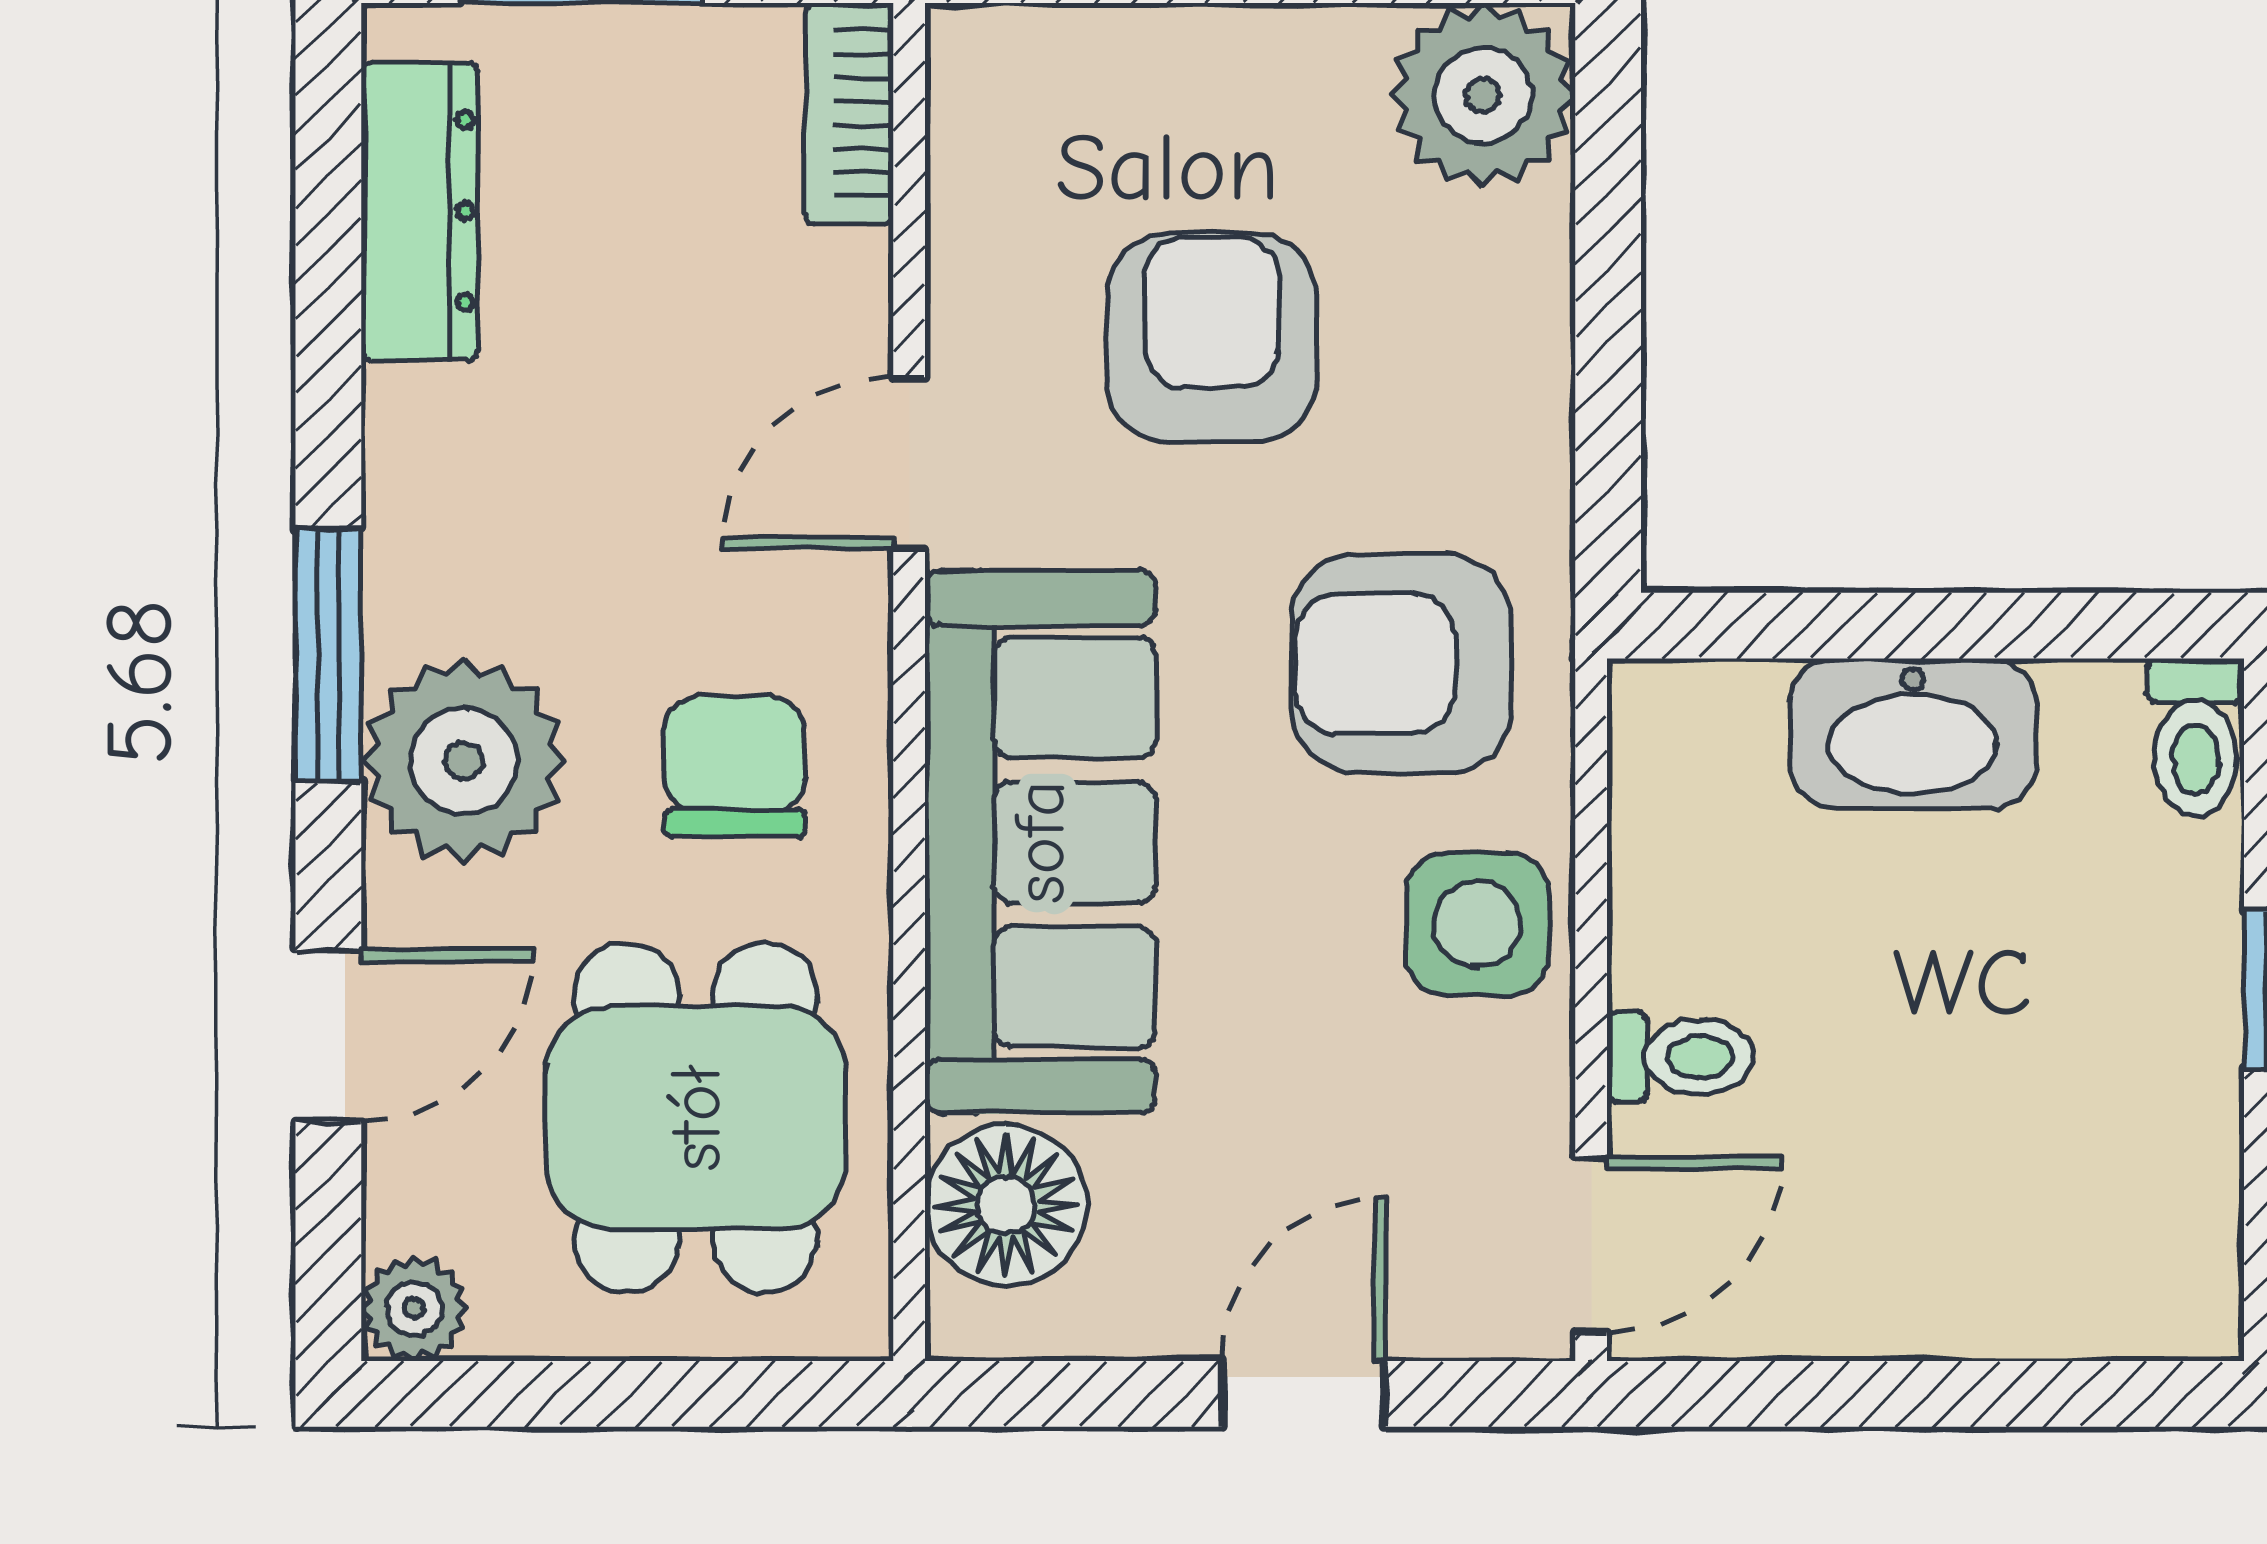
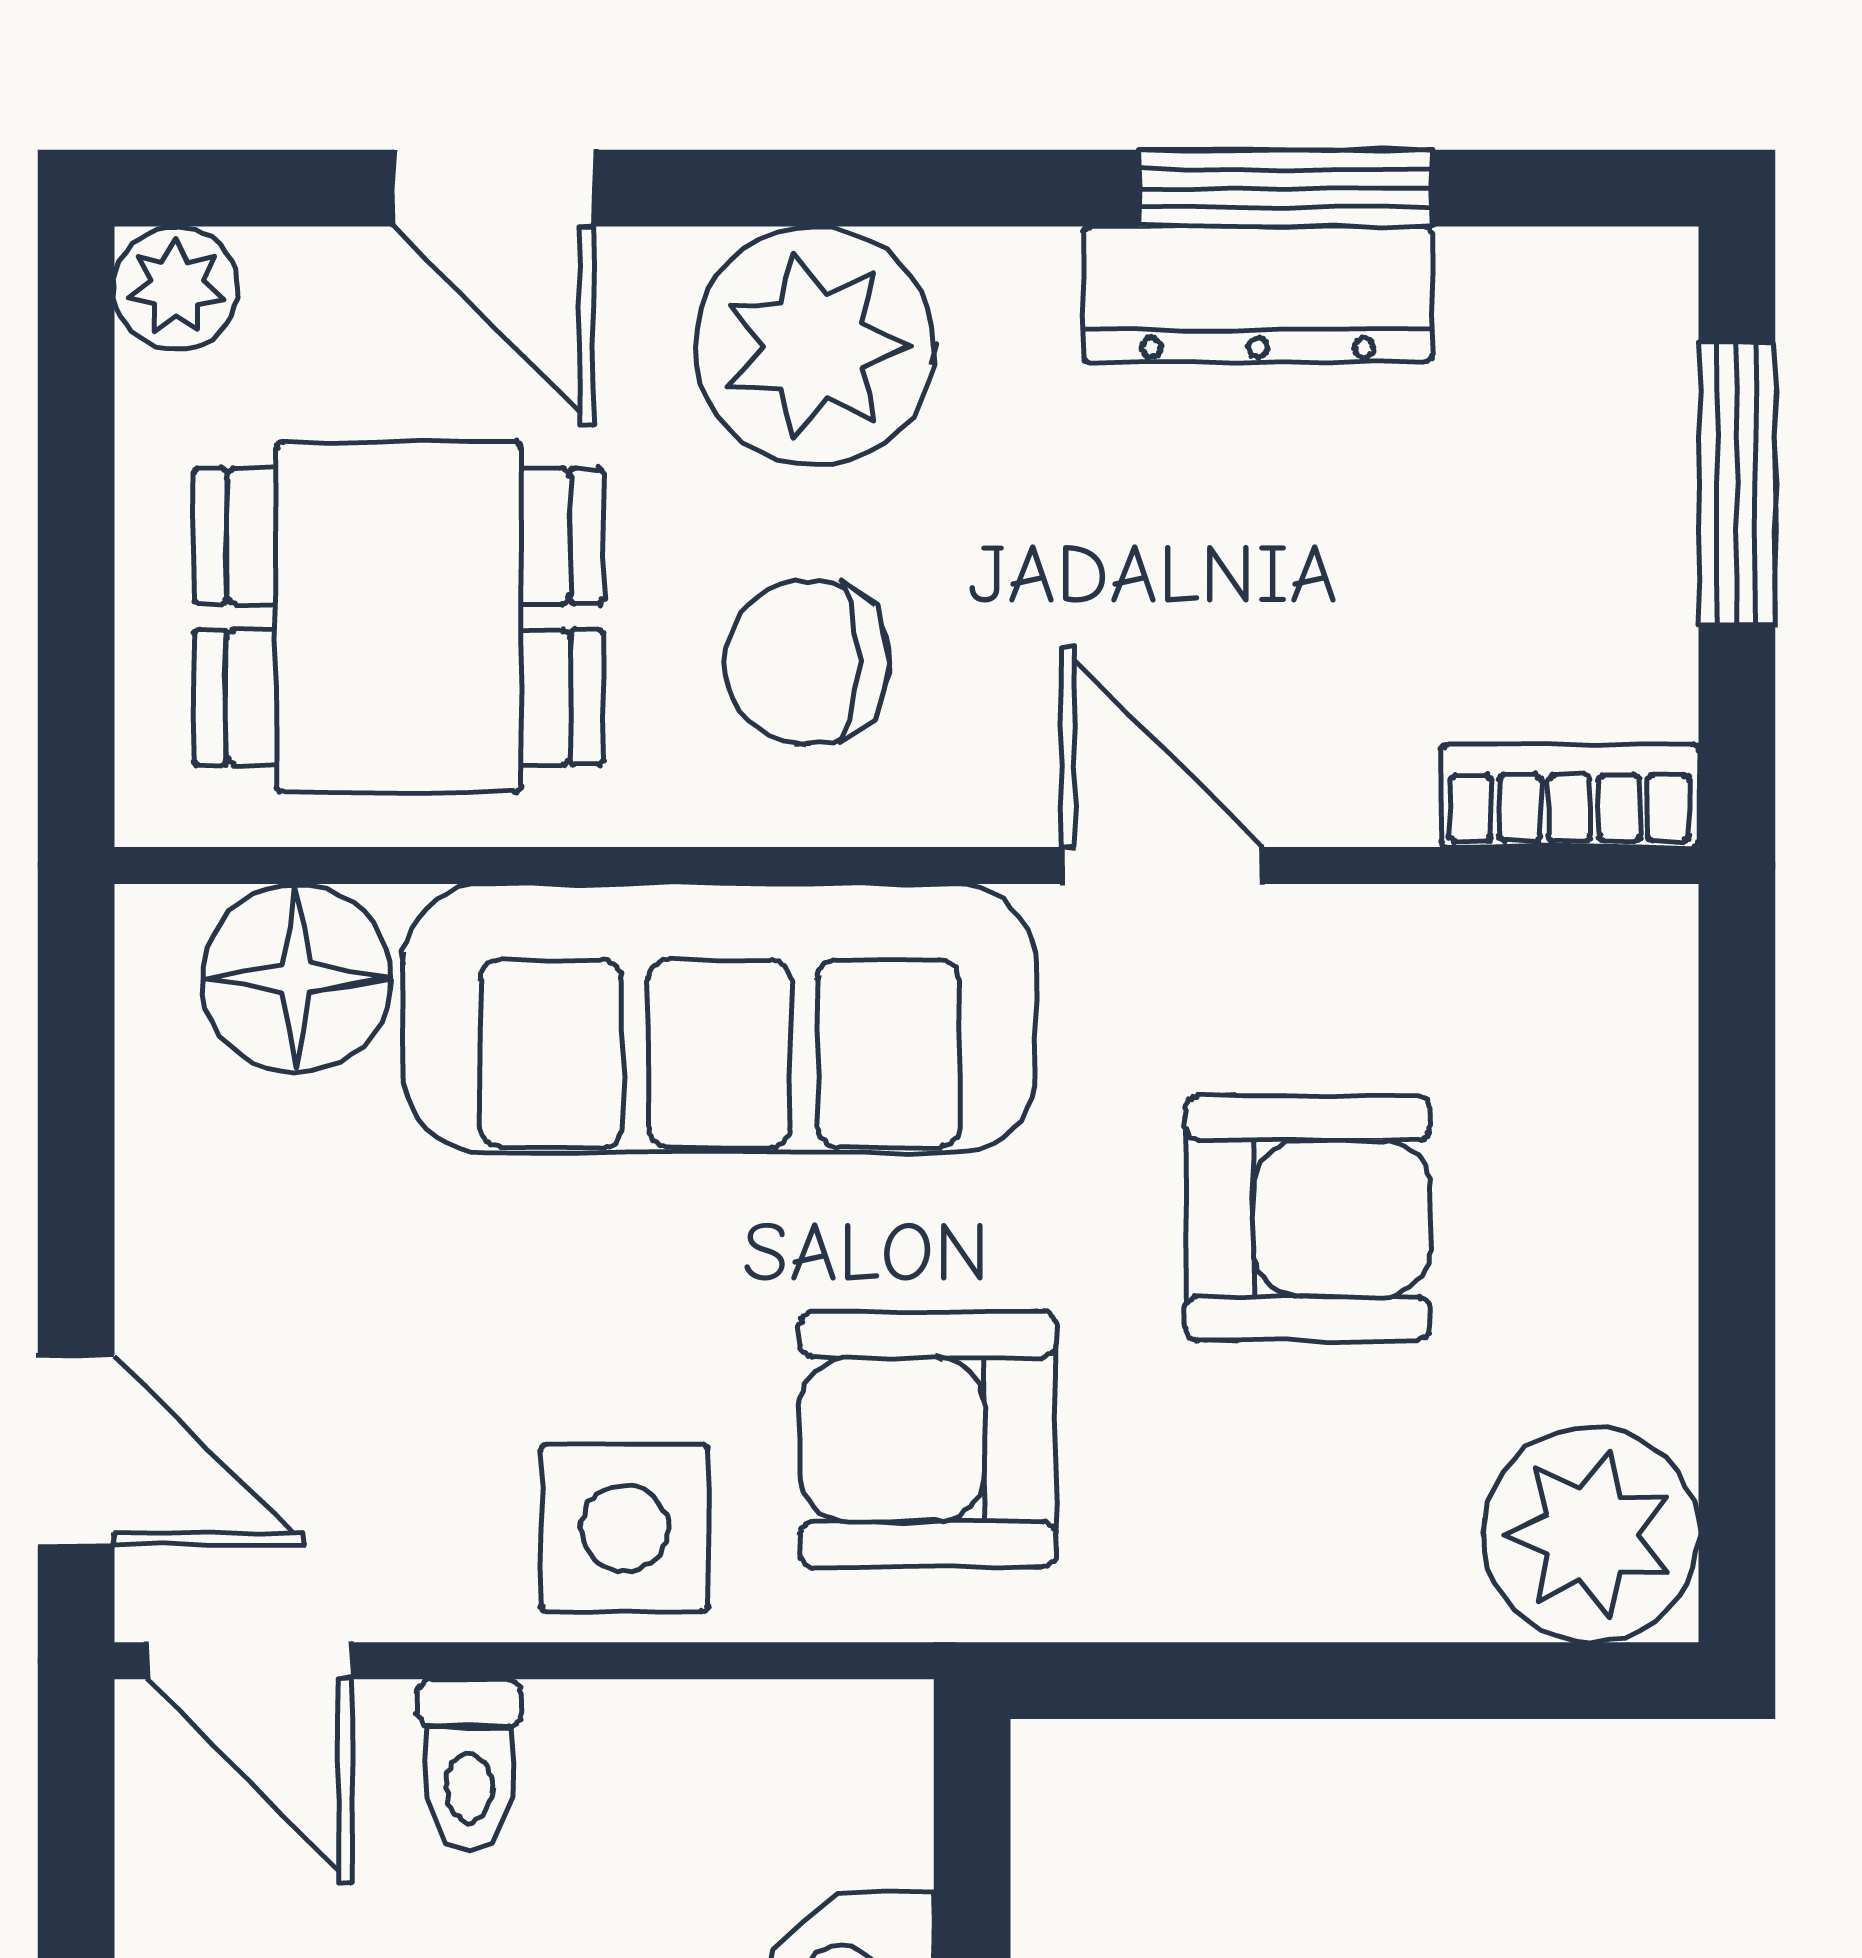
dresser: (419, 211) -> (1258, 294), moved
window: (328, 654) -> (1285, 188), moved
armchair: (1401, 663) -> (928, 1439), turned -90
chair: (735, 767) -> (807, 662), turned 180
door: (1304, 1394) -> (76, 1450), moved

